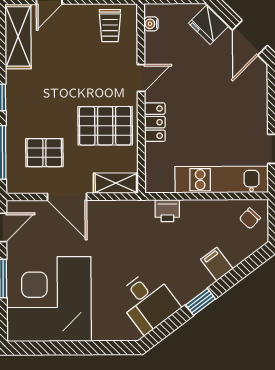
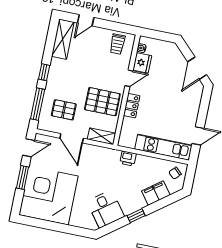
fridge: (208, 25) -> (142, 63), moved, turned -135
filing cabinet: (217, 264) -> (156, 193), width x2.00

